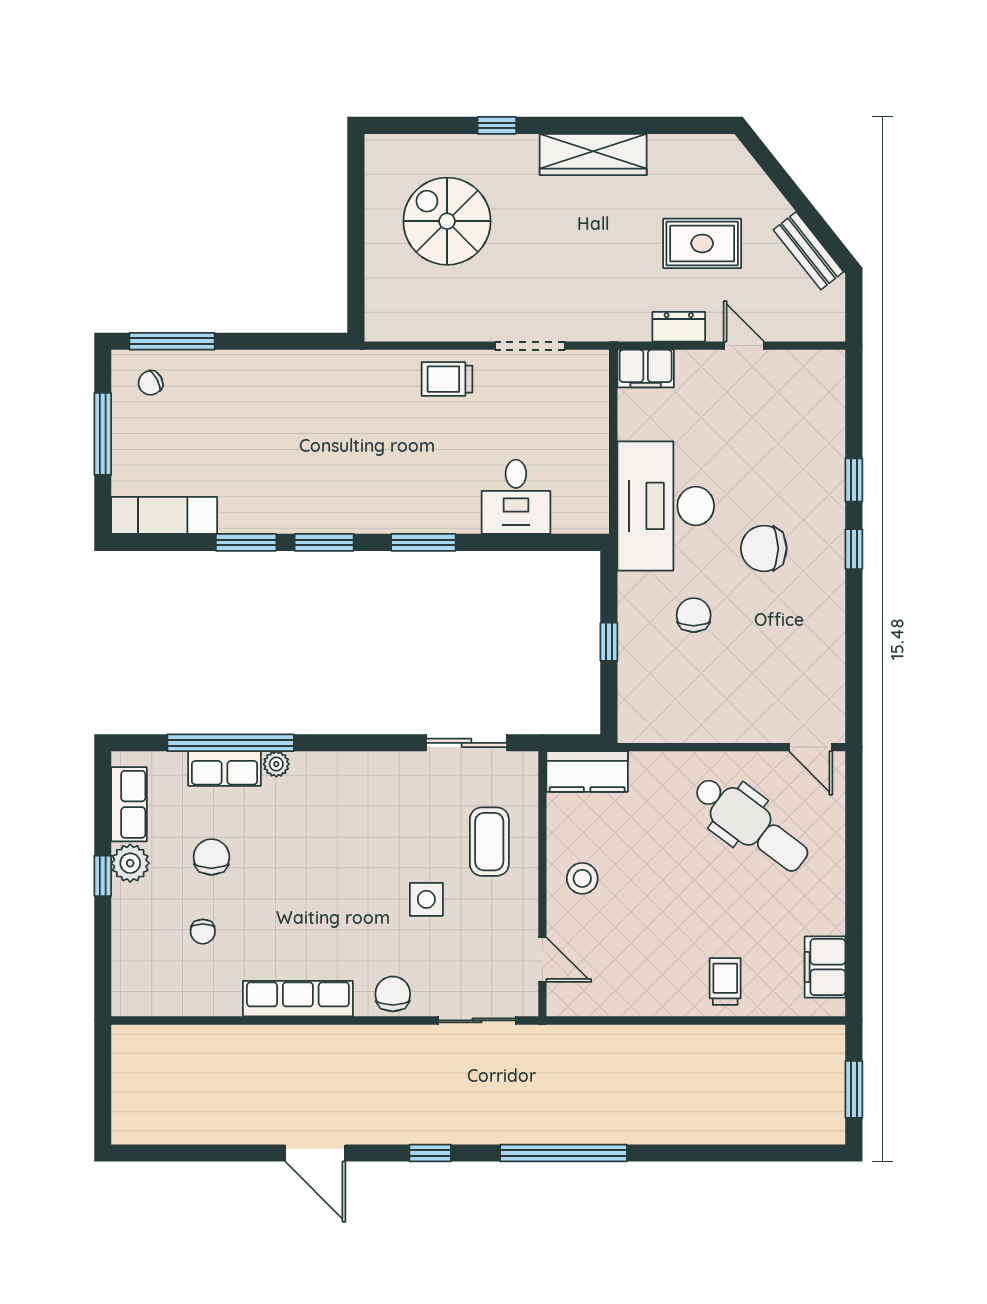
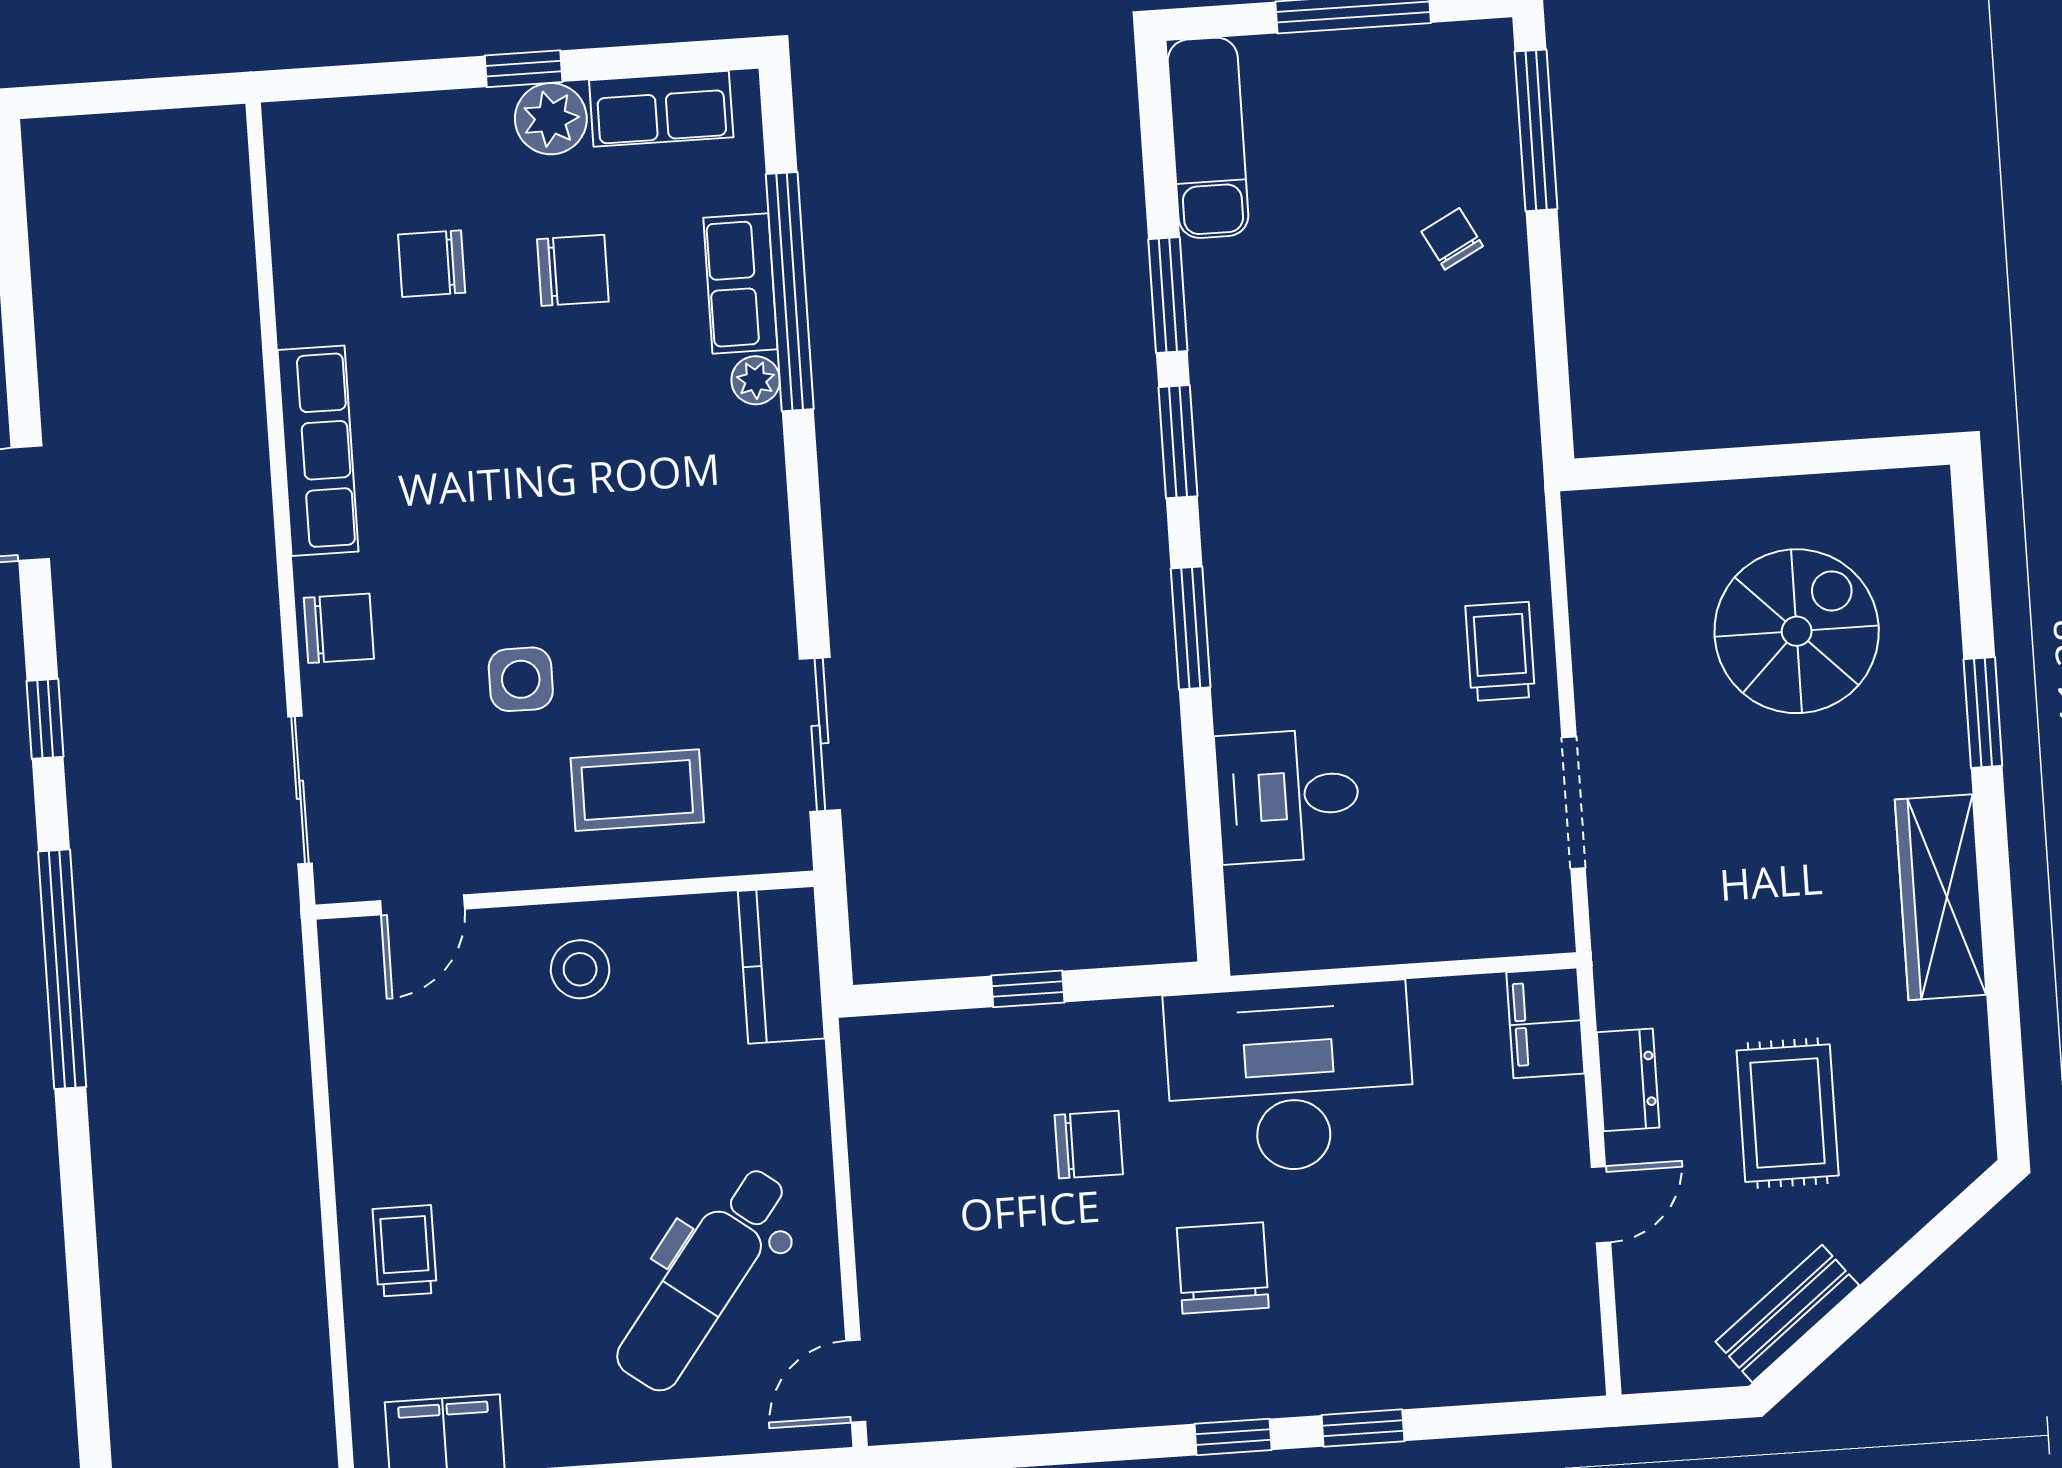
window: (497, 125) -> (1983, 713), width x1.50
chair: (150, 383) -> (1452, 239), moved
chair: (203, 932) -> (432, 264), width x1.37, depth x1.37
trolley: (725, 982) -> (405, 1251), turned -90

